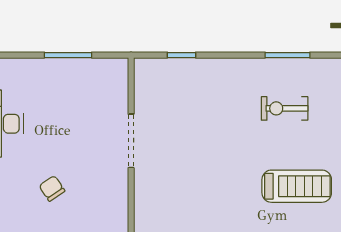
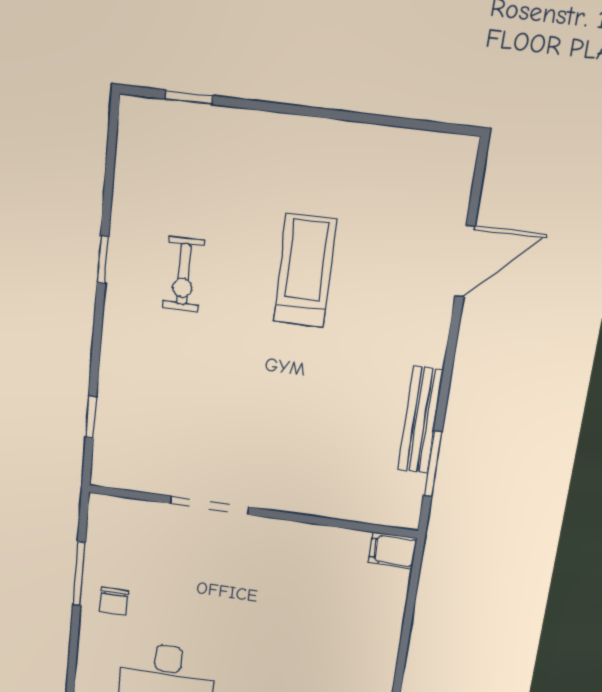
window: (287, 55) -> (103, 260), width x0.67
chair: (52, 188) -> (114, 602), moved, turned -56

